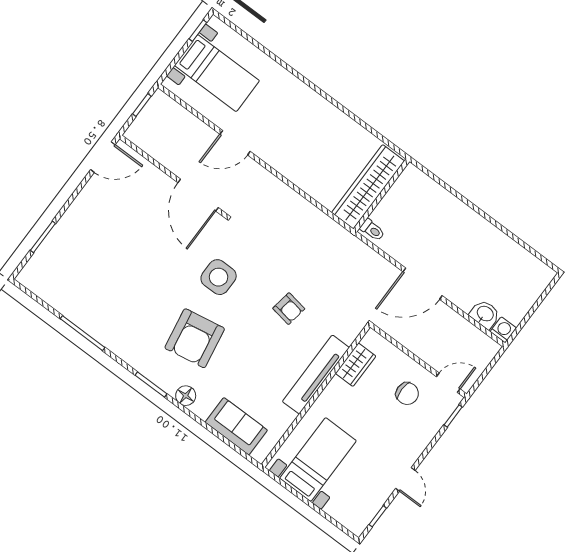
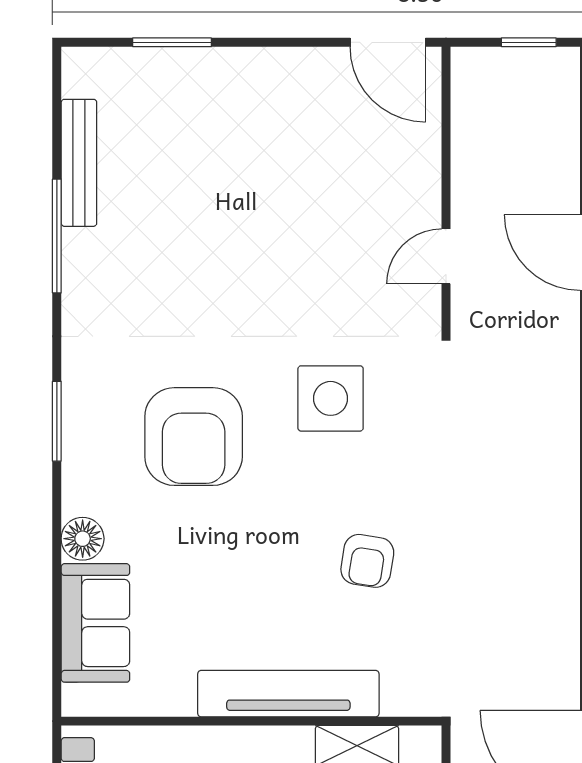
door: (198, 195) -> (446, 256), width x0.53
bench: (62, 305) -> (79, 163), added
armchair: (195, 338) -> (194, 437), turned -80
floor lamp: (186, 396) -> (83, 539), moved

